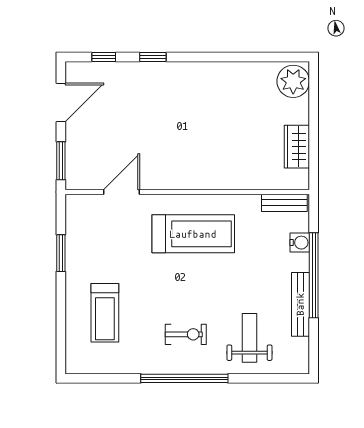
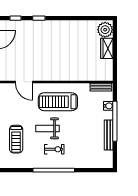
wardrobe: (297, 147) -> (107, 48), moved
door: (122, 192) -> (24, 82), swing flipped
treadmill: (193, 234) -> (58, 102), turned 180
weight bench: (249, 338) -> (48, 128), moved, turned -90

